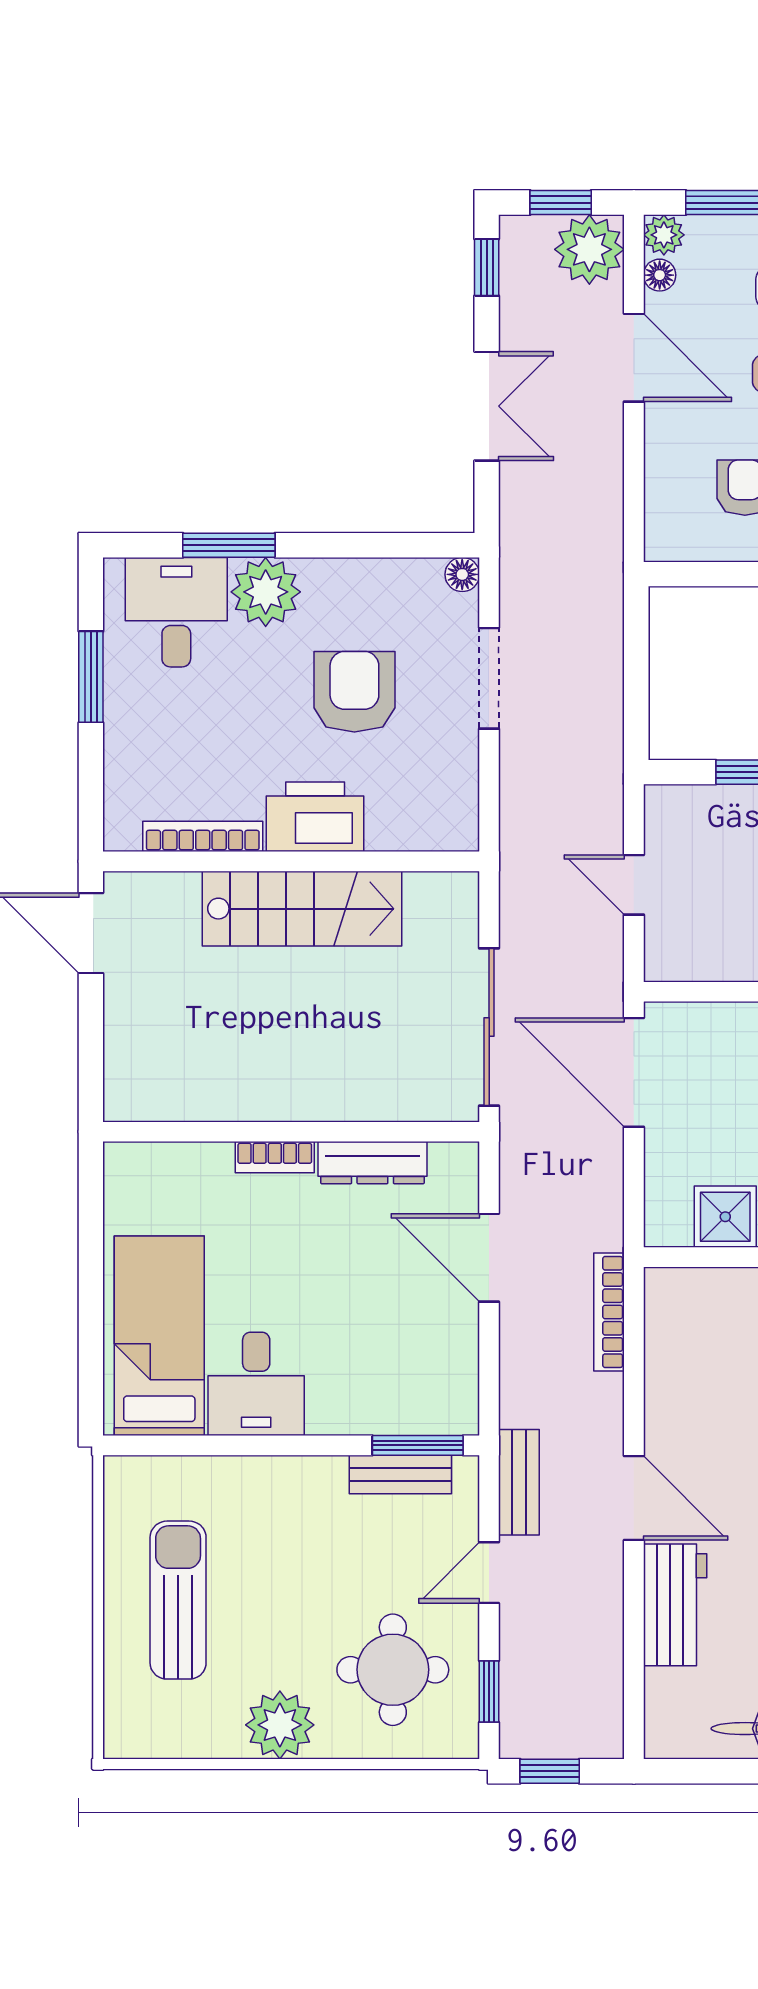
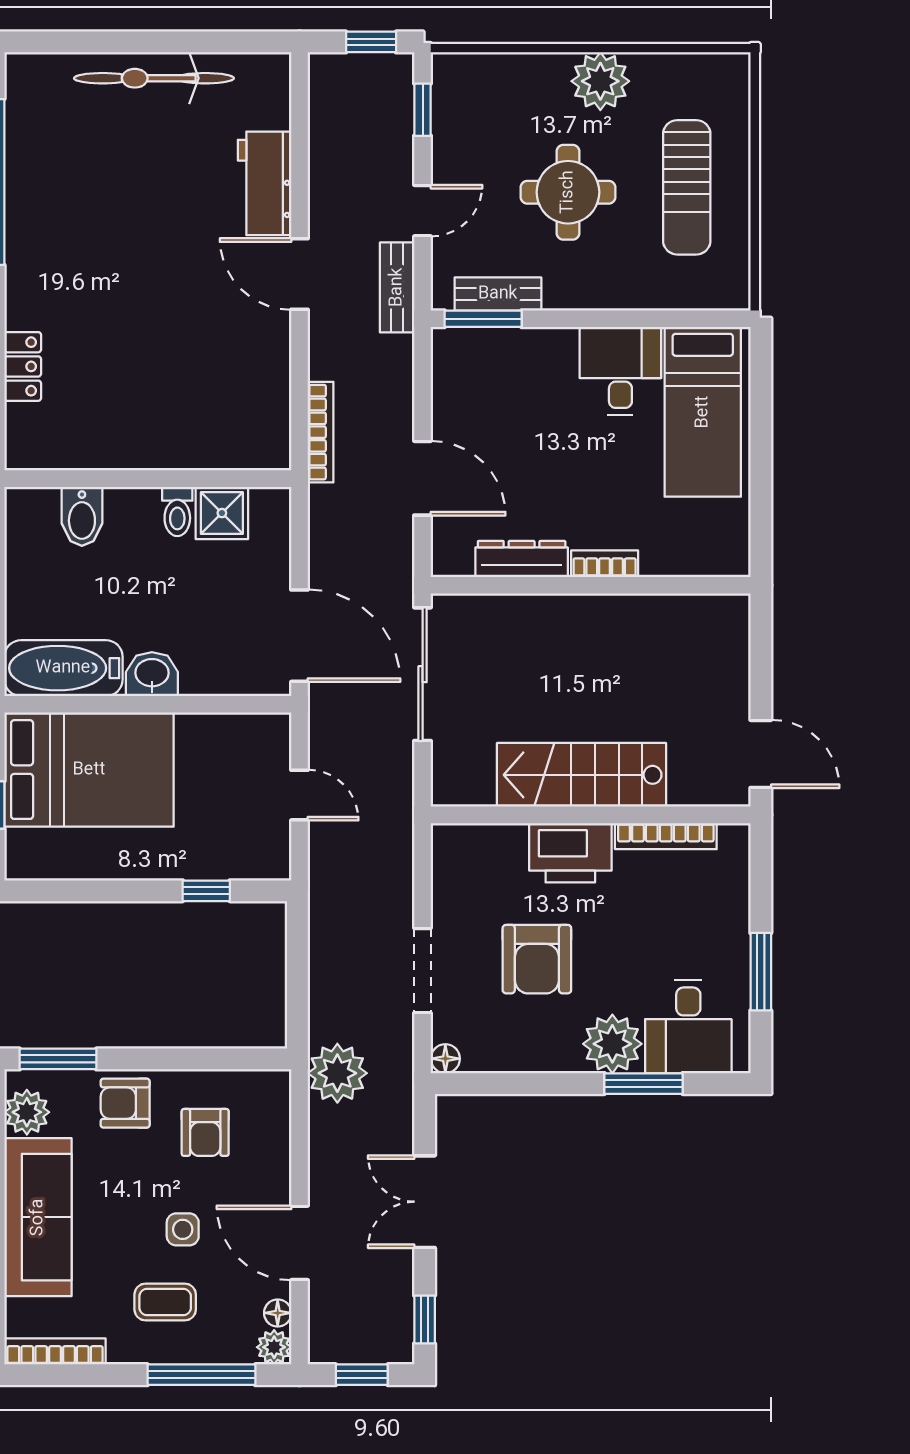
plant: (589, 249) -> (337, 1073), moved
round table: (393, 1670) -> (568, 192), moved

